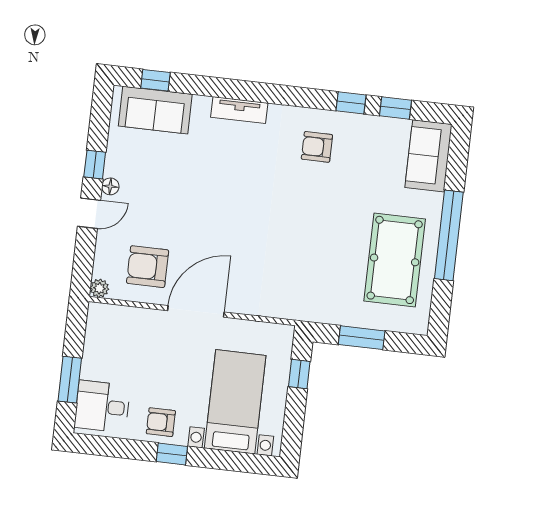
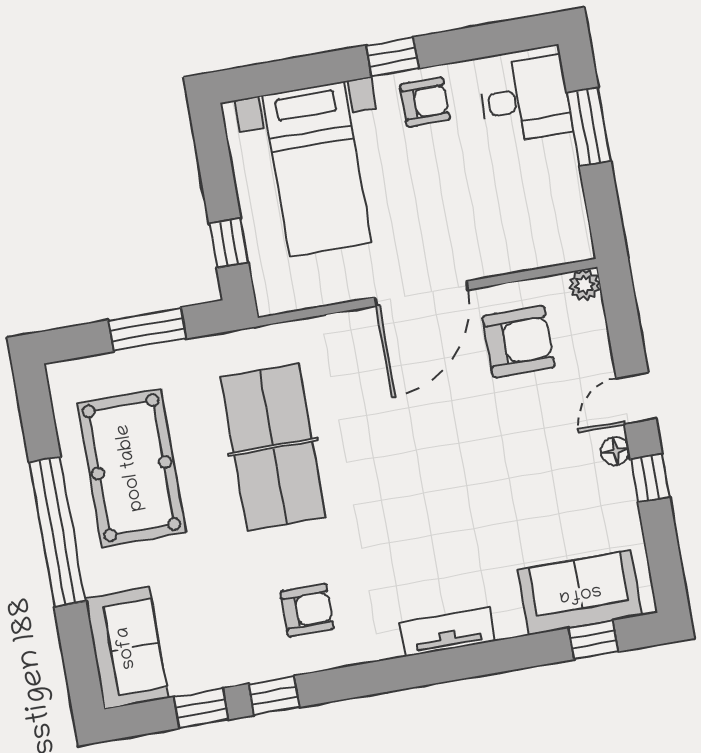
table tennis table: (309, 248) -> (273, 447), added

